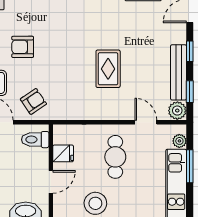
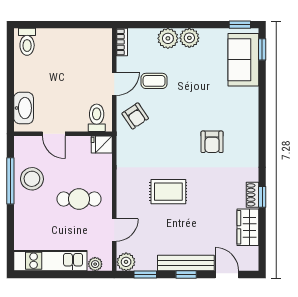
armchair: (23, 47) -> (212, 142), moved, turned 180
bench: (178, 72) -> (186, 263), moved
fridge: (63, 153) -> (102, 144), moved, turned 90
window: (190, 166) -> (70, 275), removed

